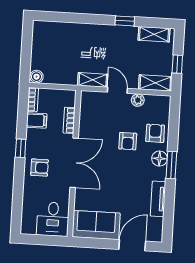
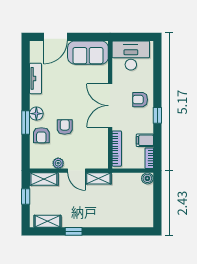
bookcase: (69, 120) -> (117, 149), width x1.56
window: (171, 165) -> (26, 122), moved
desk: (53, 219) -> (131, 55), width x1.37

